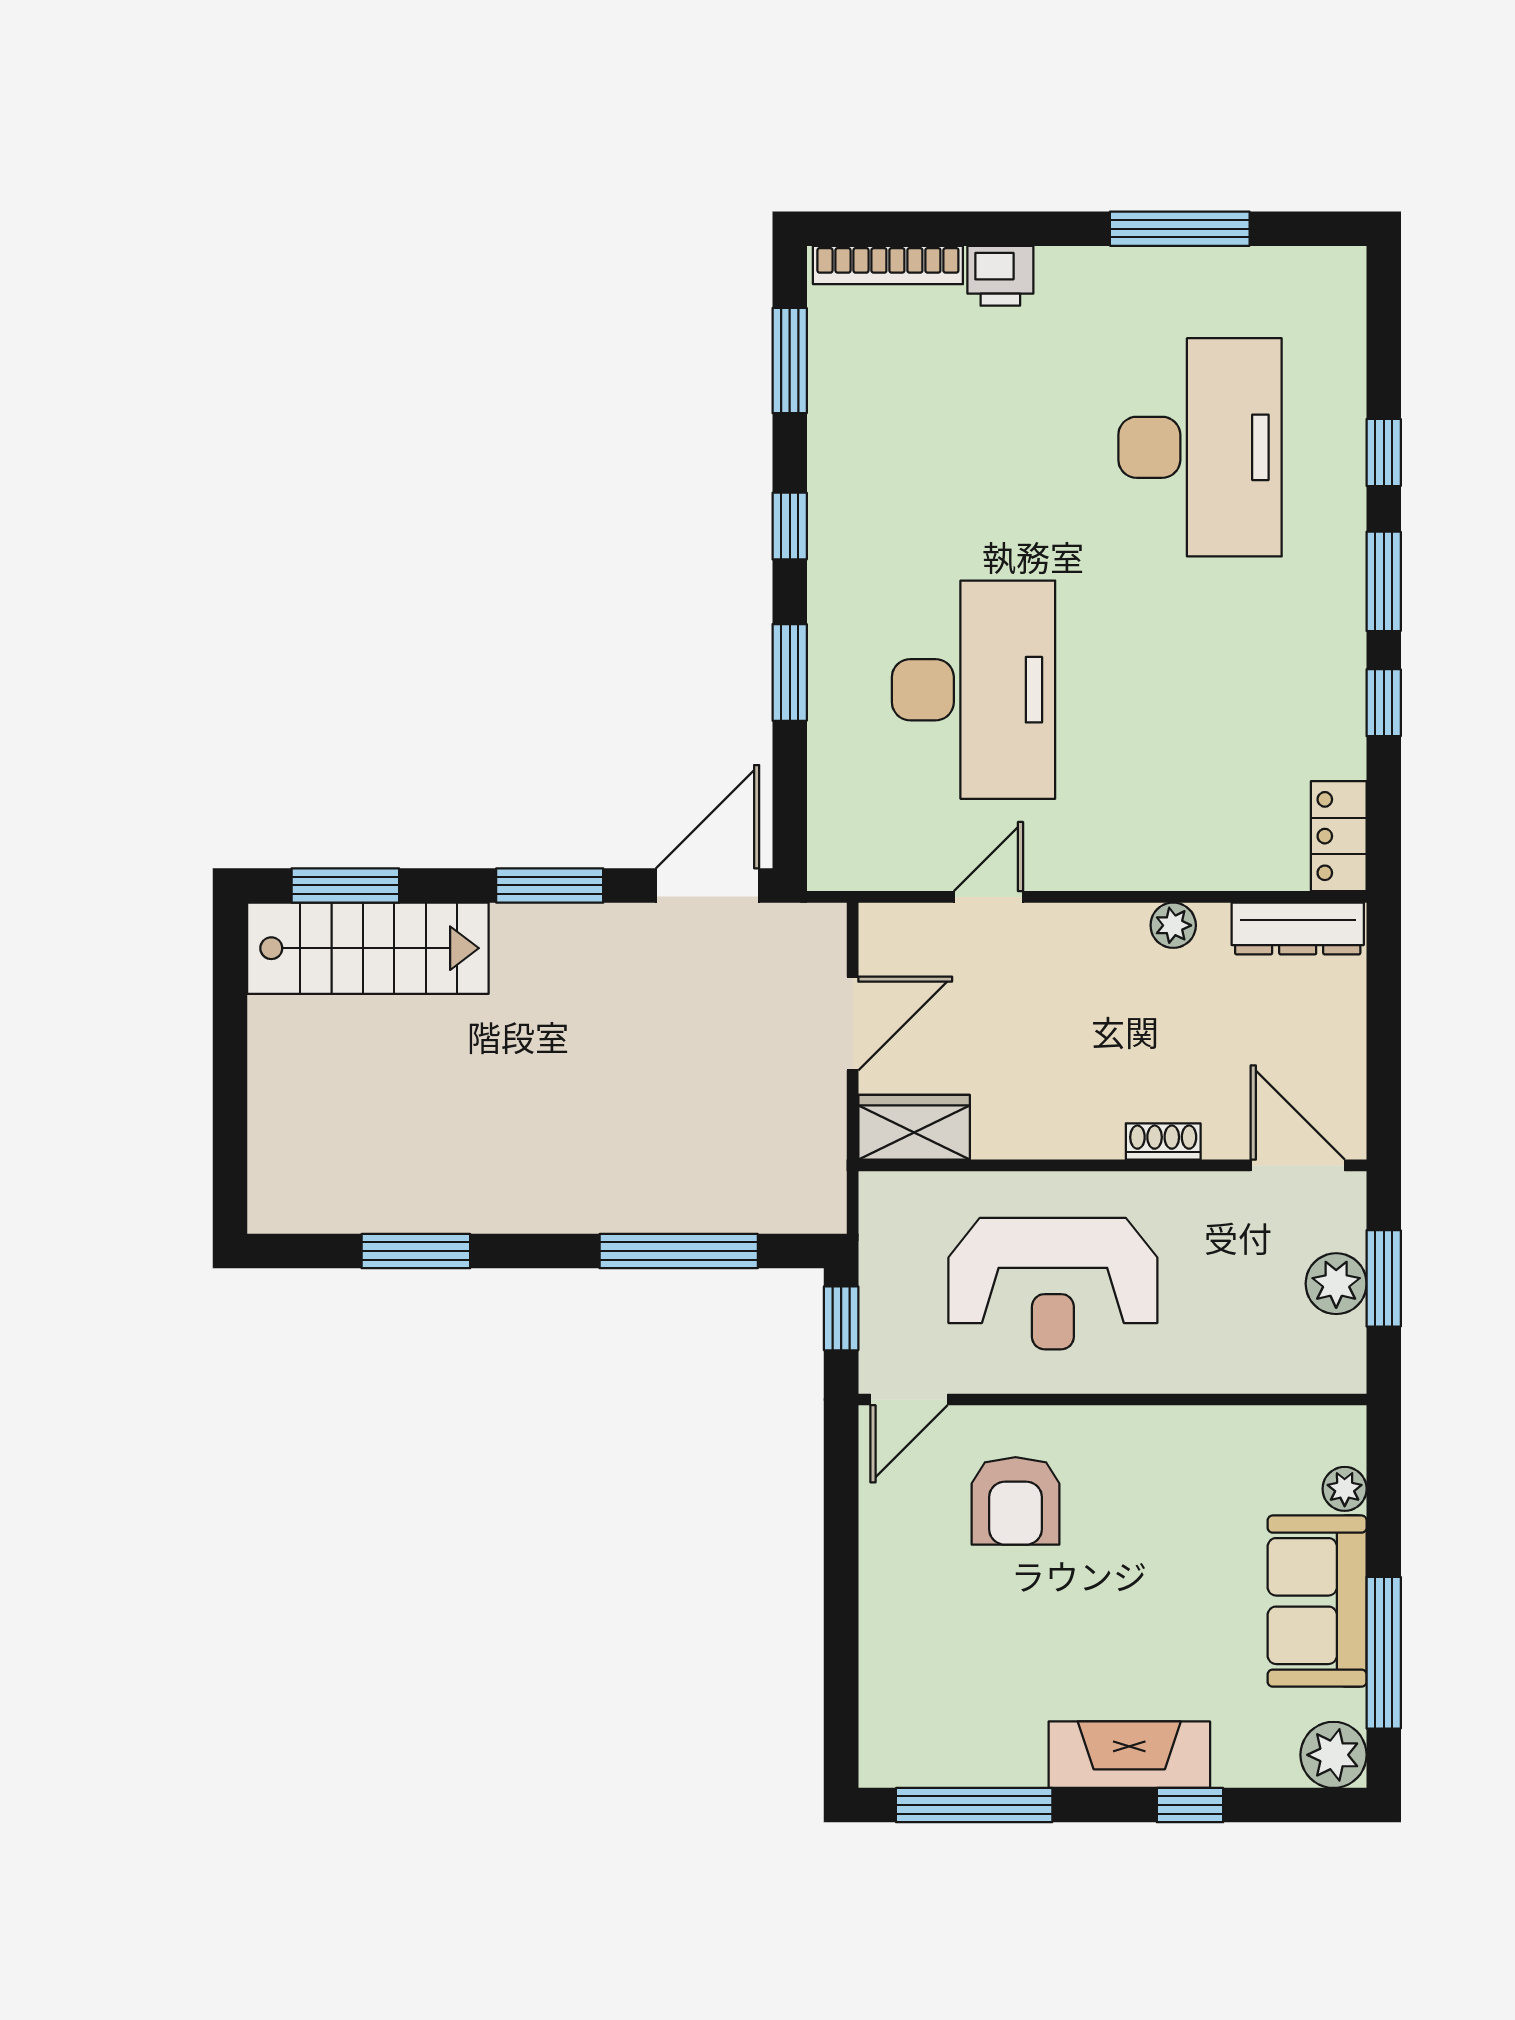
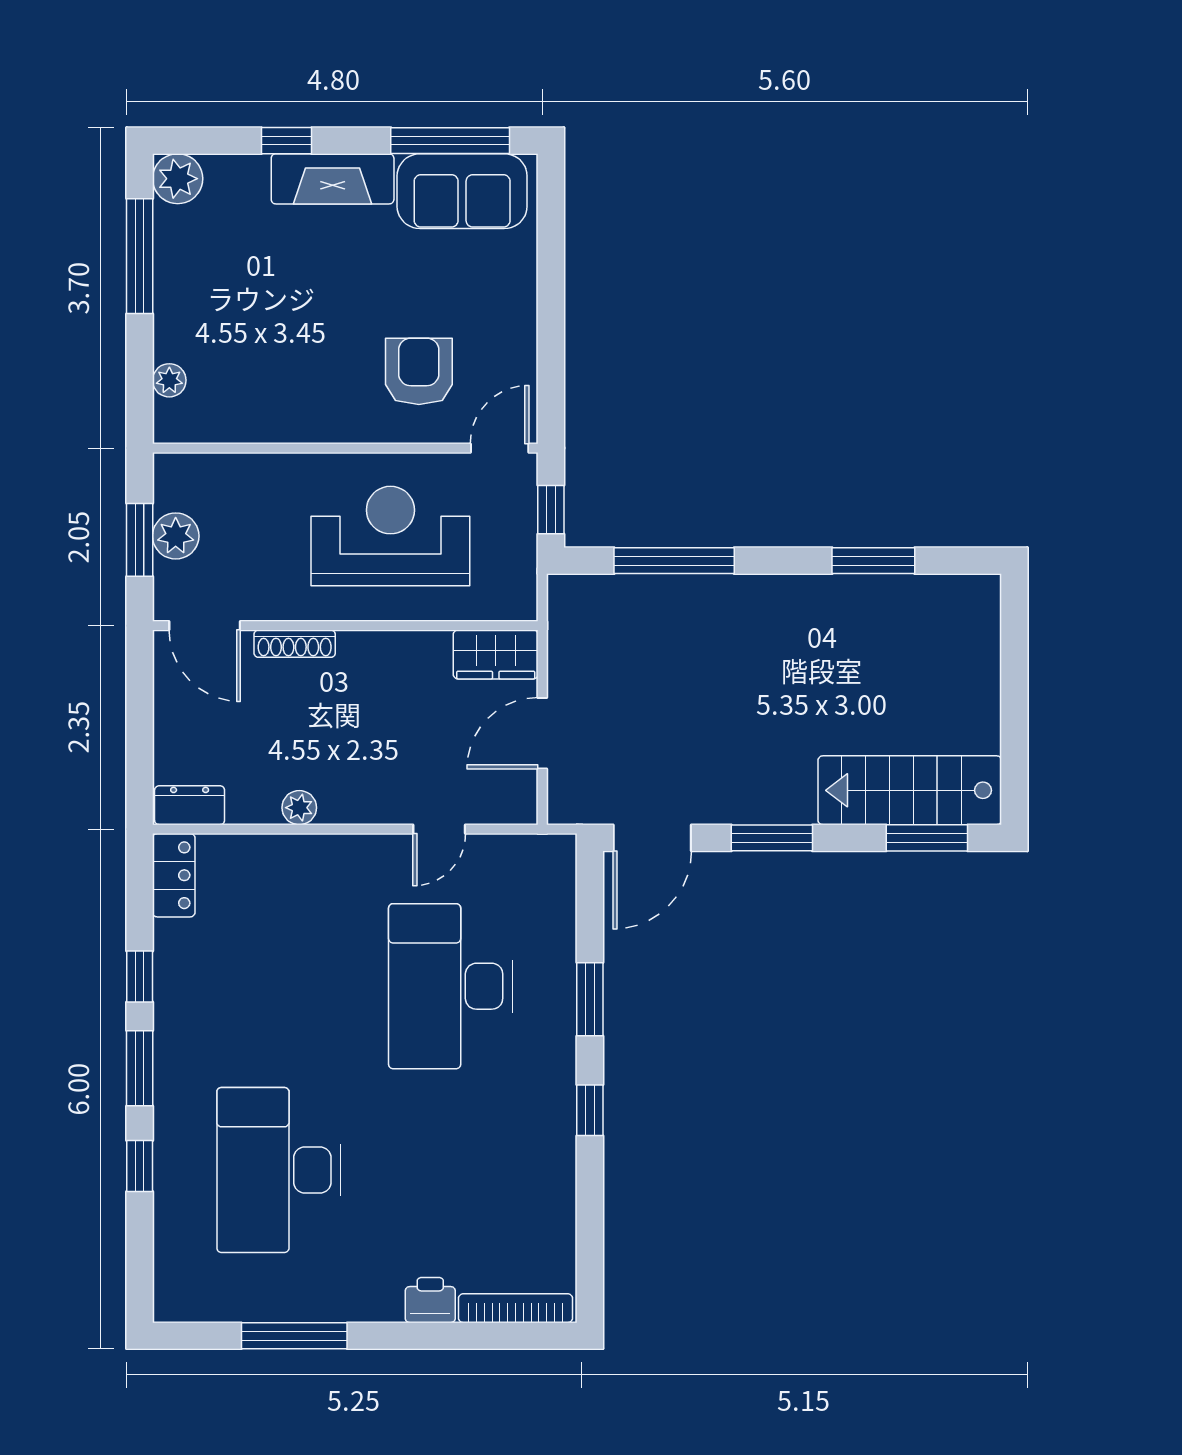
window: (790, 361) -> (590, 1236), removed
dresser: (1298, 928) -> (190, 805), width x0.70
shoe rack: (1163, 1141) -> (295, 644), width x1.43
sofa: (1317, 1601) -> (462, 191), moved, turned 90

